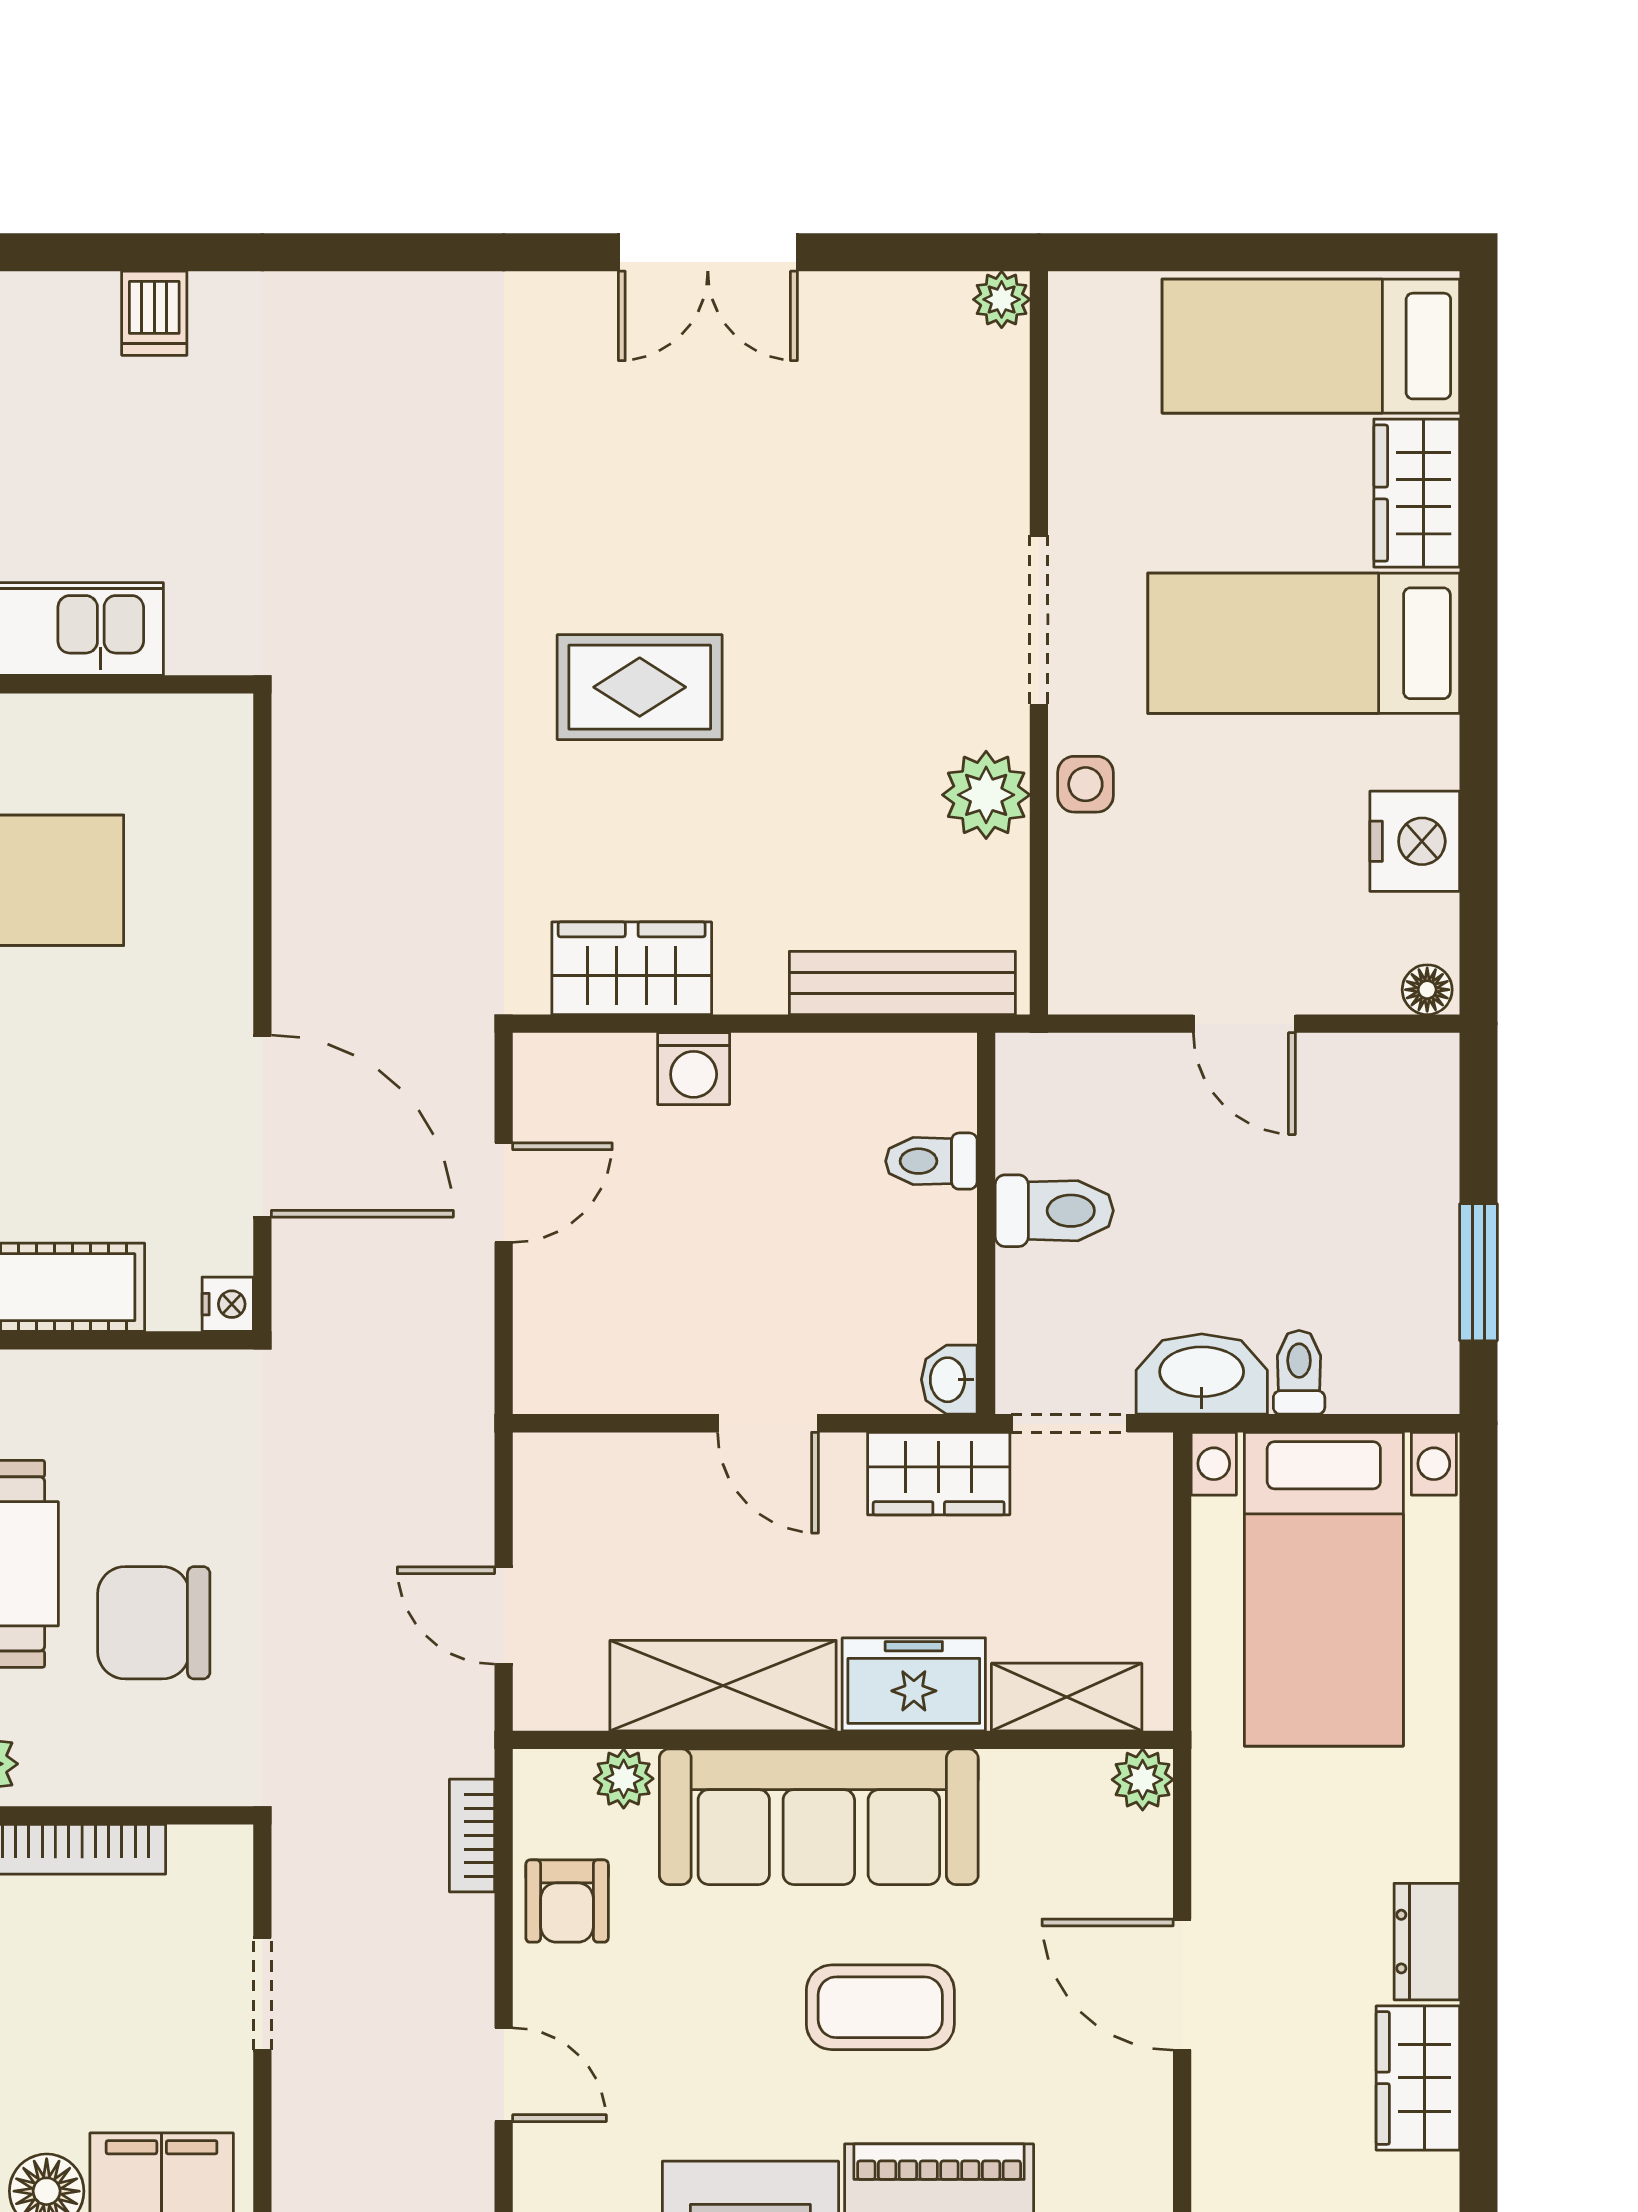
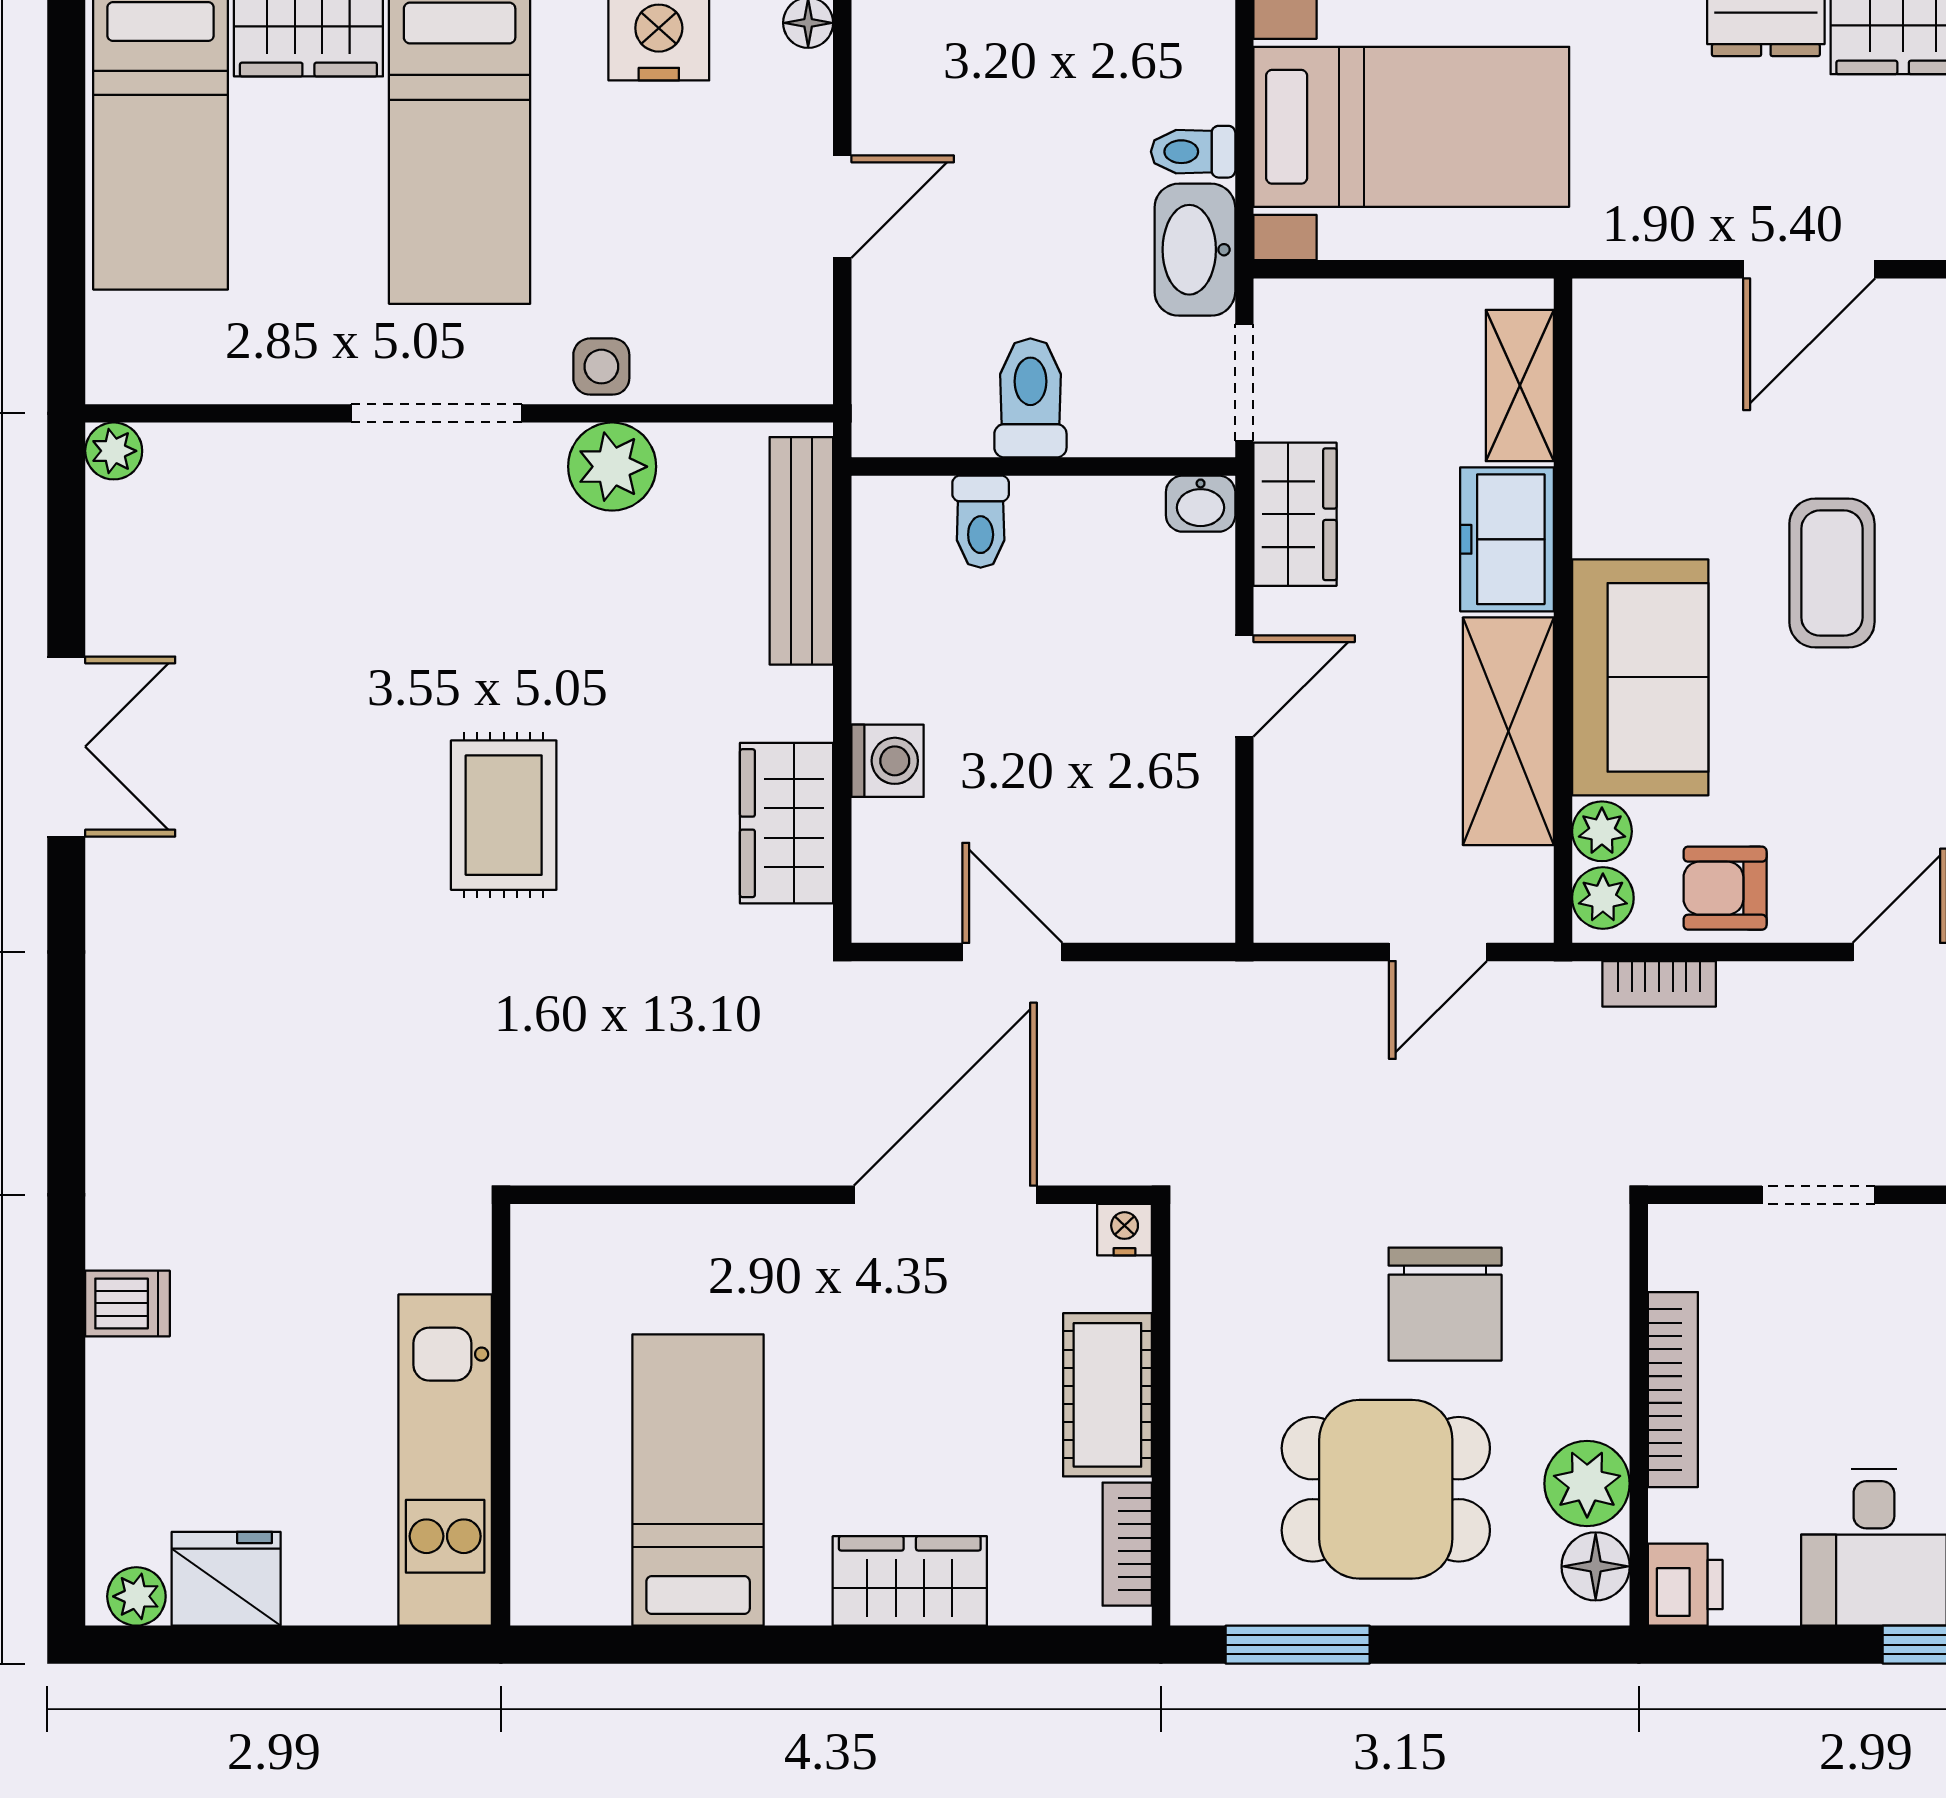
plant: (1143, 1780) -> (1603, 898), moved
sofa: (819, 1817) -> (1640, 677), width x0.73
armchair: (567, 1901) -> (1725, 888), turned 180

